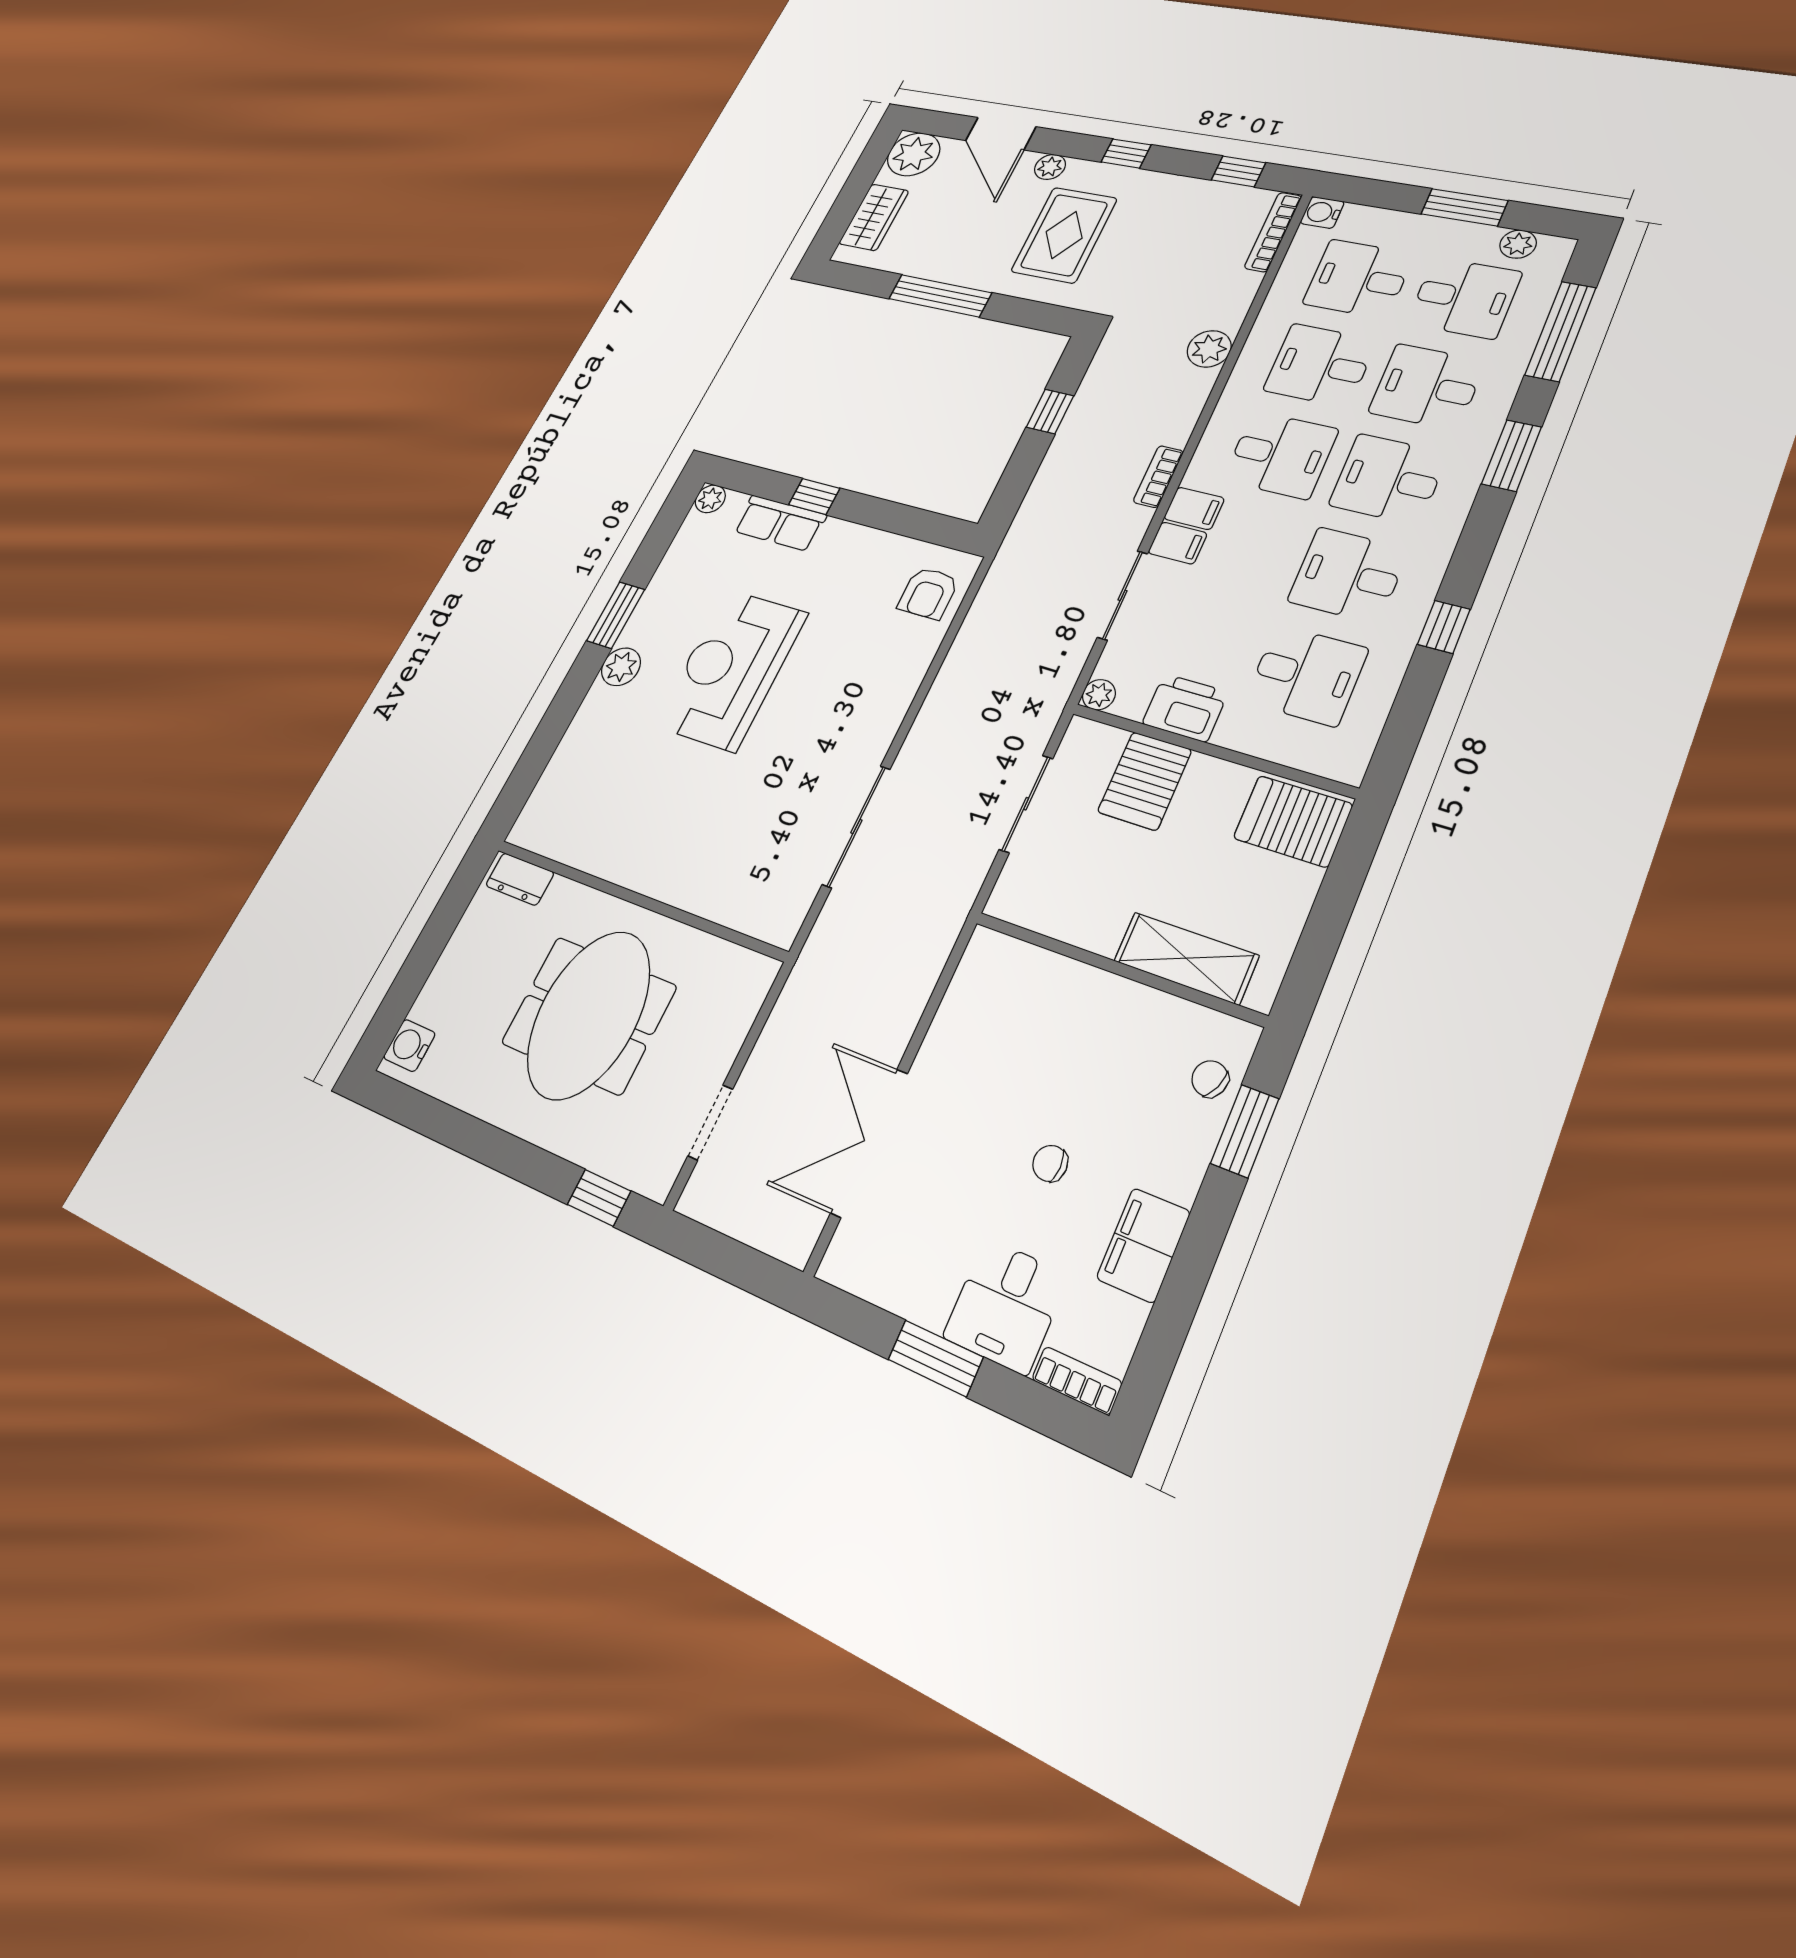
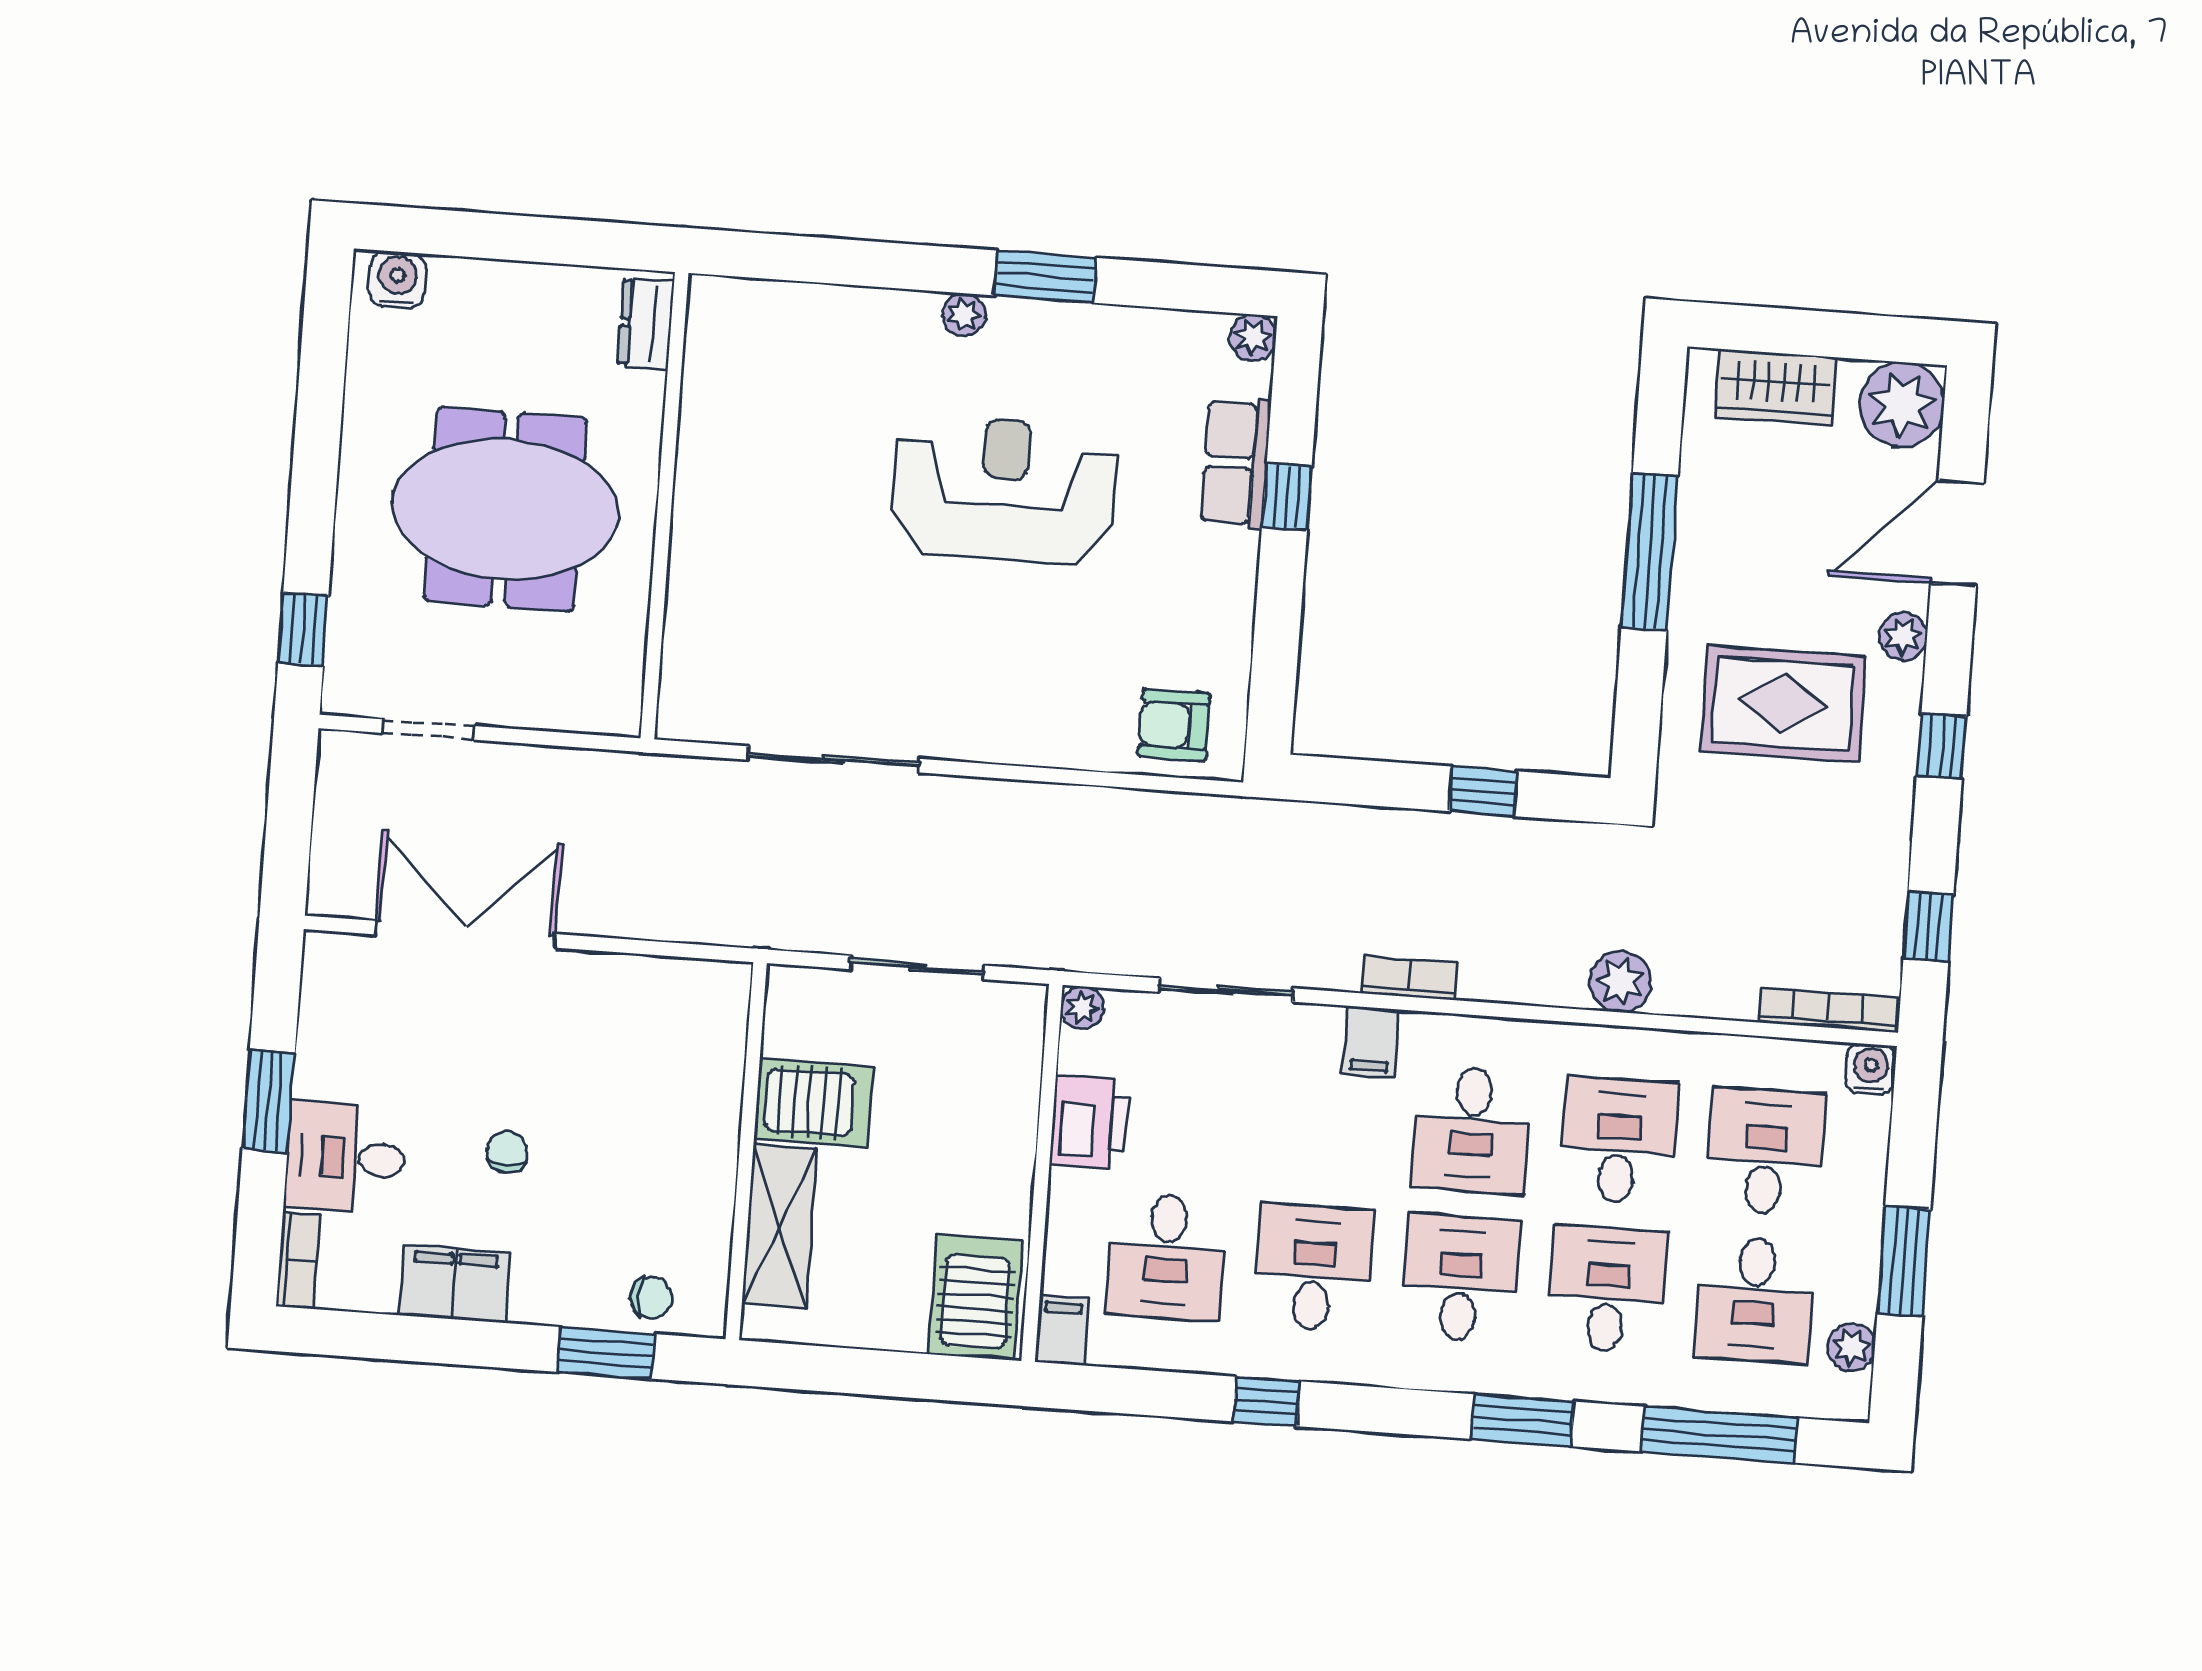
filing cabinet: (1178, 543) -> (1062, 1331), moved, turned 180
plant: (621, 667) -> (964, 315), width x0.73, depth x0.73
server rack: (1145, 781) -> (814, 1103), moved, turned 180
chair: (1210, 1079) -> (651, 1297), turned 67

